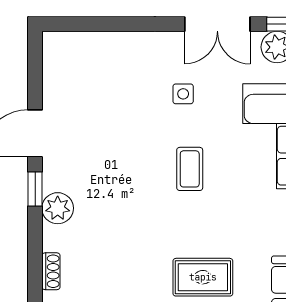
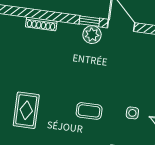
plant: (58, 208) -> (92, 35), moved
shoe rack: (51, 271) -> (41, 24), width x1.43

